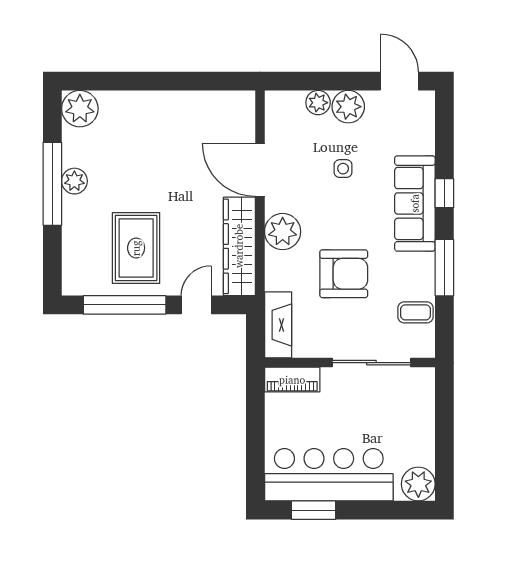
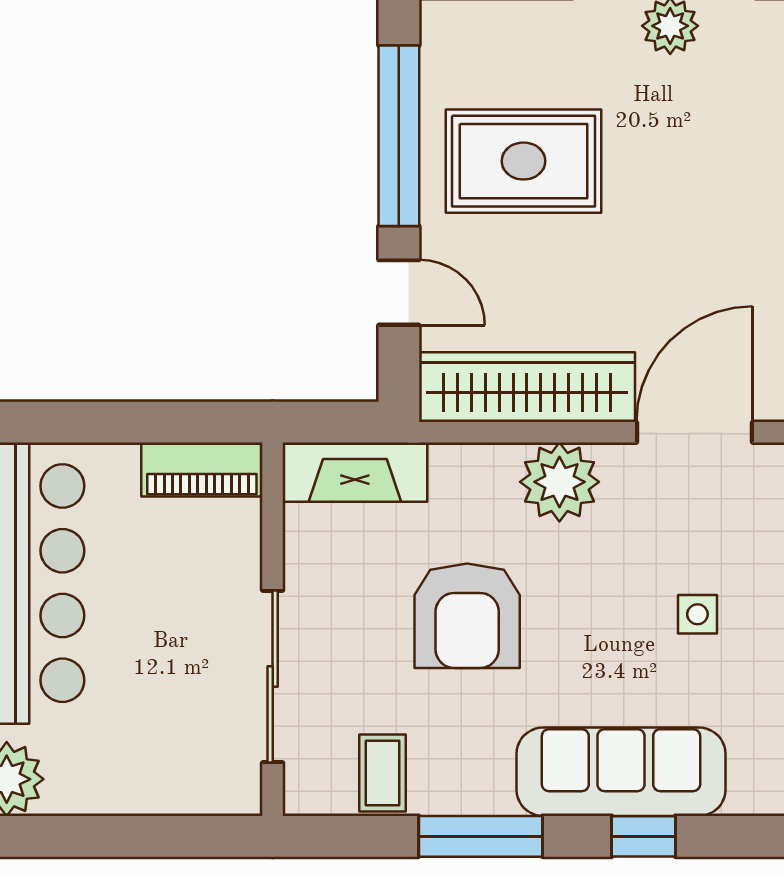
piano: (292, 380) -> (202, 469), moved, turned -90

